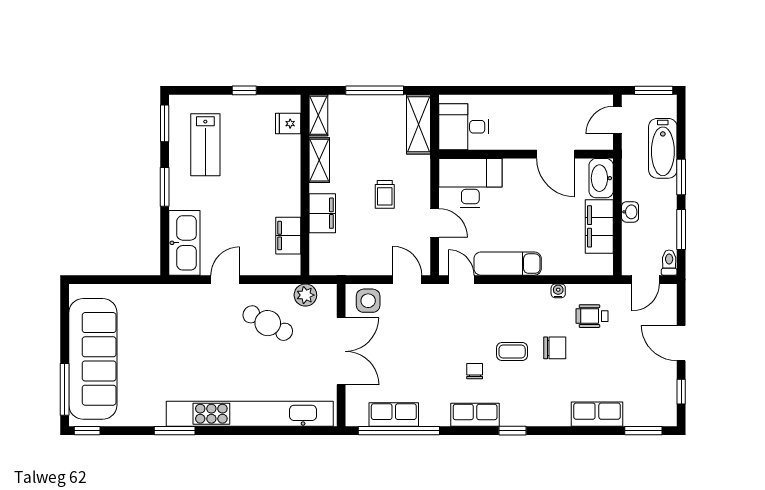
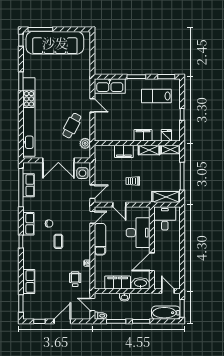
bathtub: (663, 148) -> (166, 313), moved
desk: (470, 183) -> (138, 233), moved
door: (435, 223) -> (119, 205), hinge flipped
filing cabinet: (288, 236) -> (143, 135), moved
chair: (555, 348) -> (60, 261), removed

